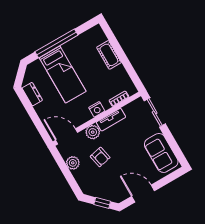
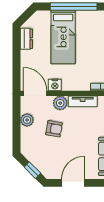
nightstand: (97, 109) -> (55, 85), moved
armchair: (100, 157) -> (54, 129), turned -68
door: (143, 194) -> (73, 183), hinge flipped

